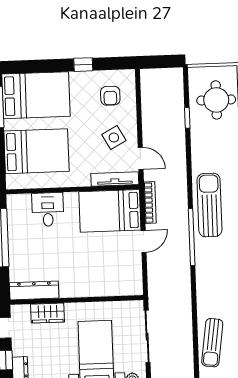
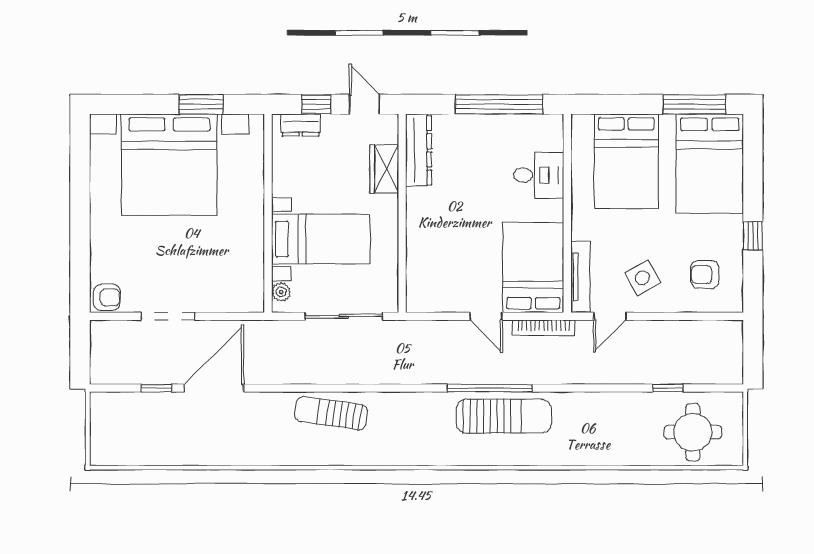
sun lounger: (209, 205) -> (504, 416), moved

